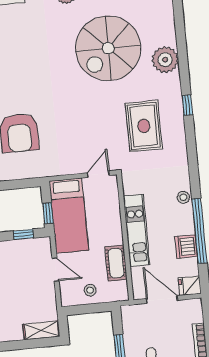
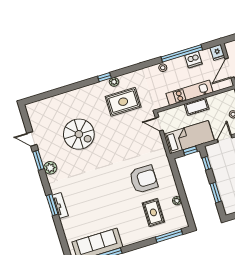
spiral stairs: (108, 48) -> (79, 134), width x0.73, depth x0.73
plant: (165, 60) -> (114, 82), moved, width x0.53, depth x0.53
cot: (116, 263) -> (197, 106), moved

